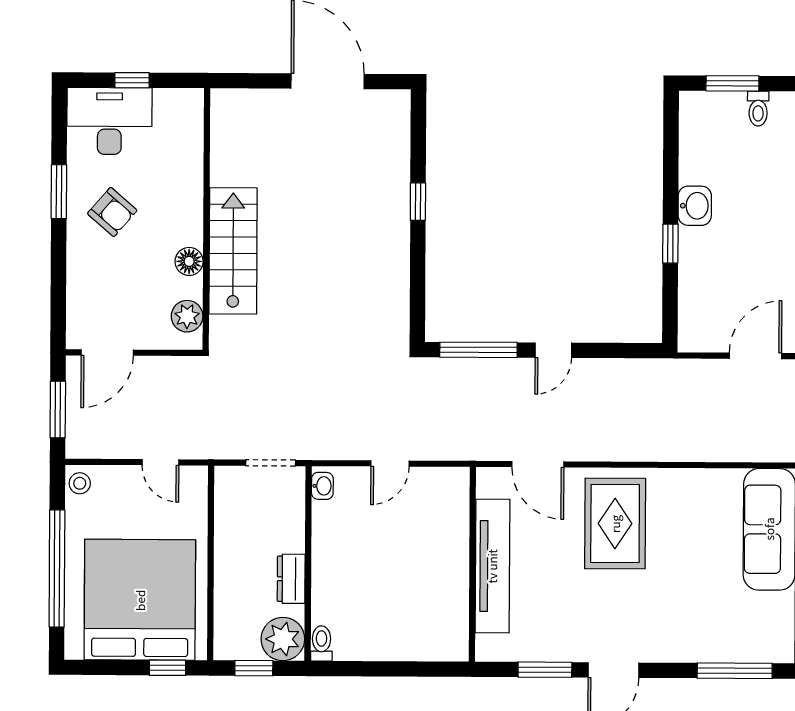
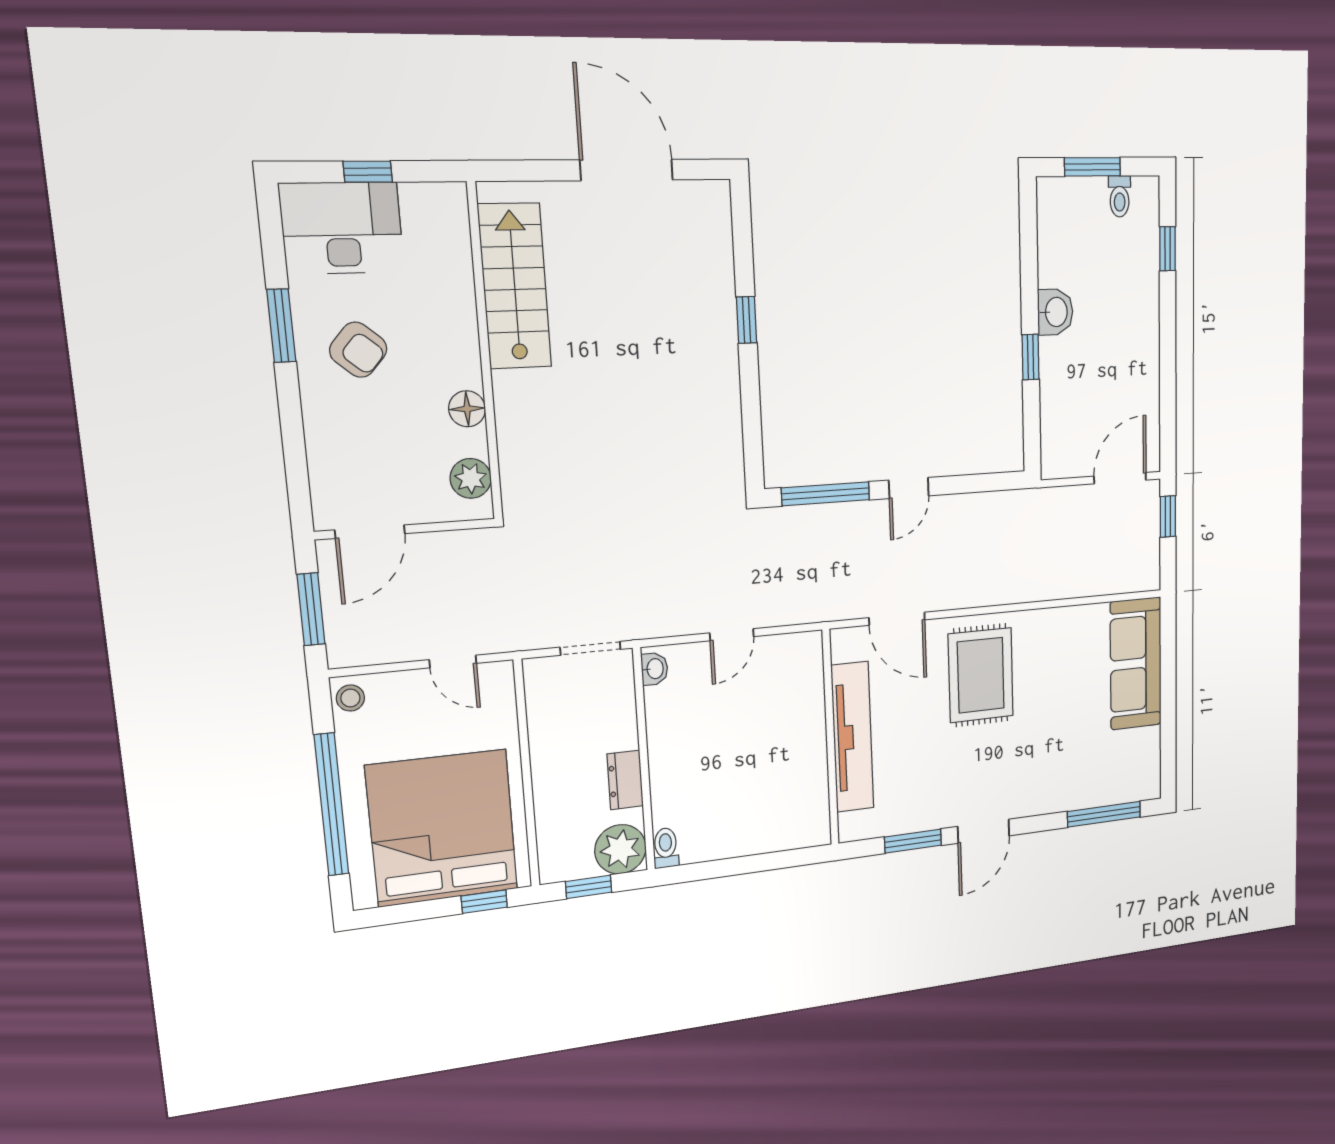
stairs: (233, 251) -> (515, 286), moved

